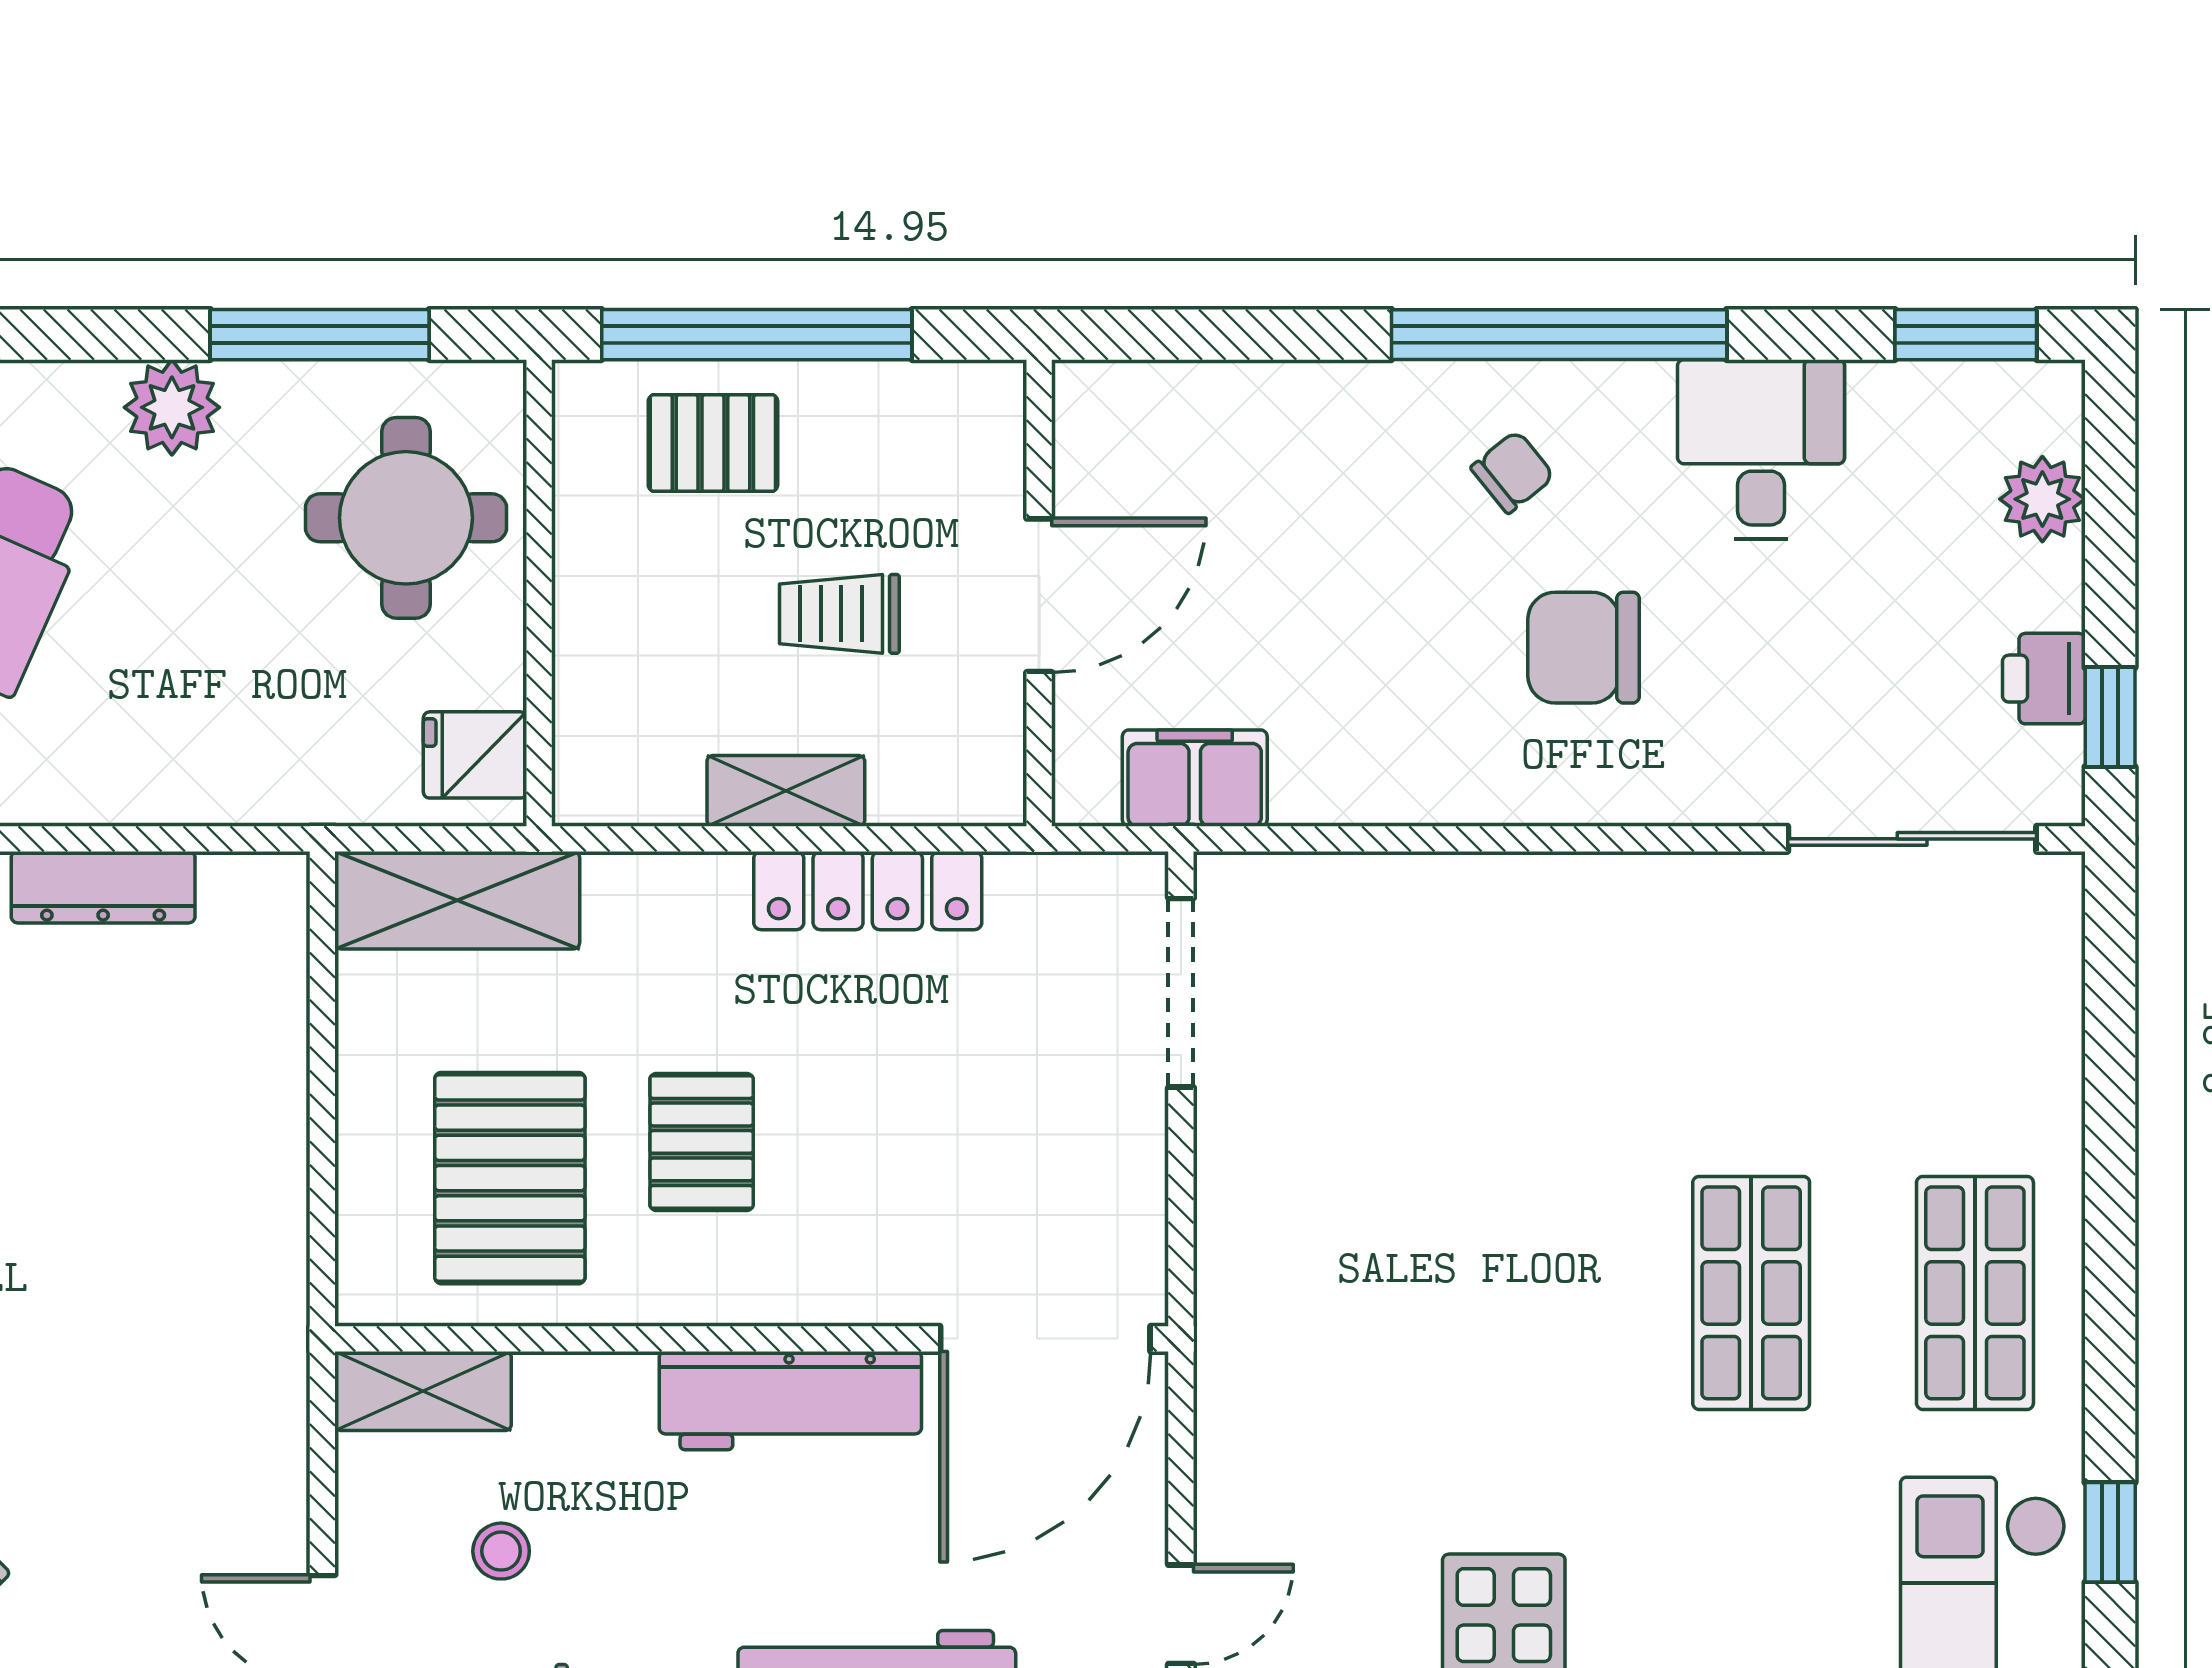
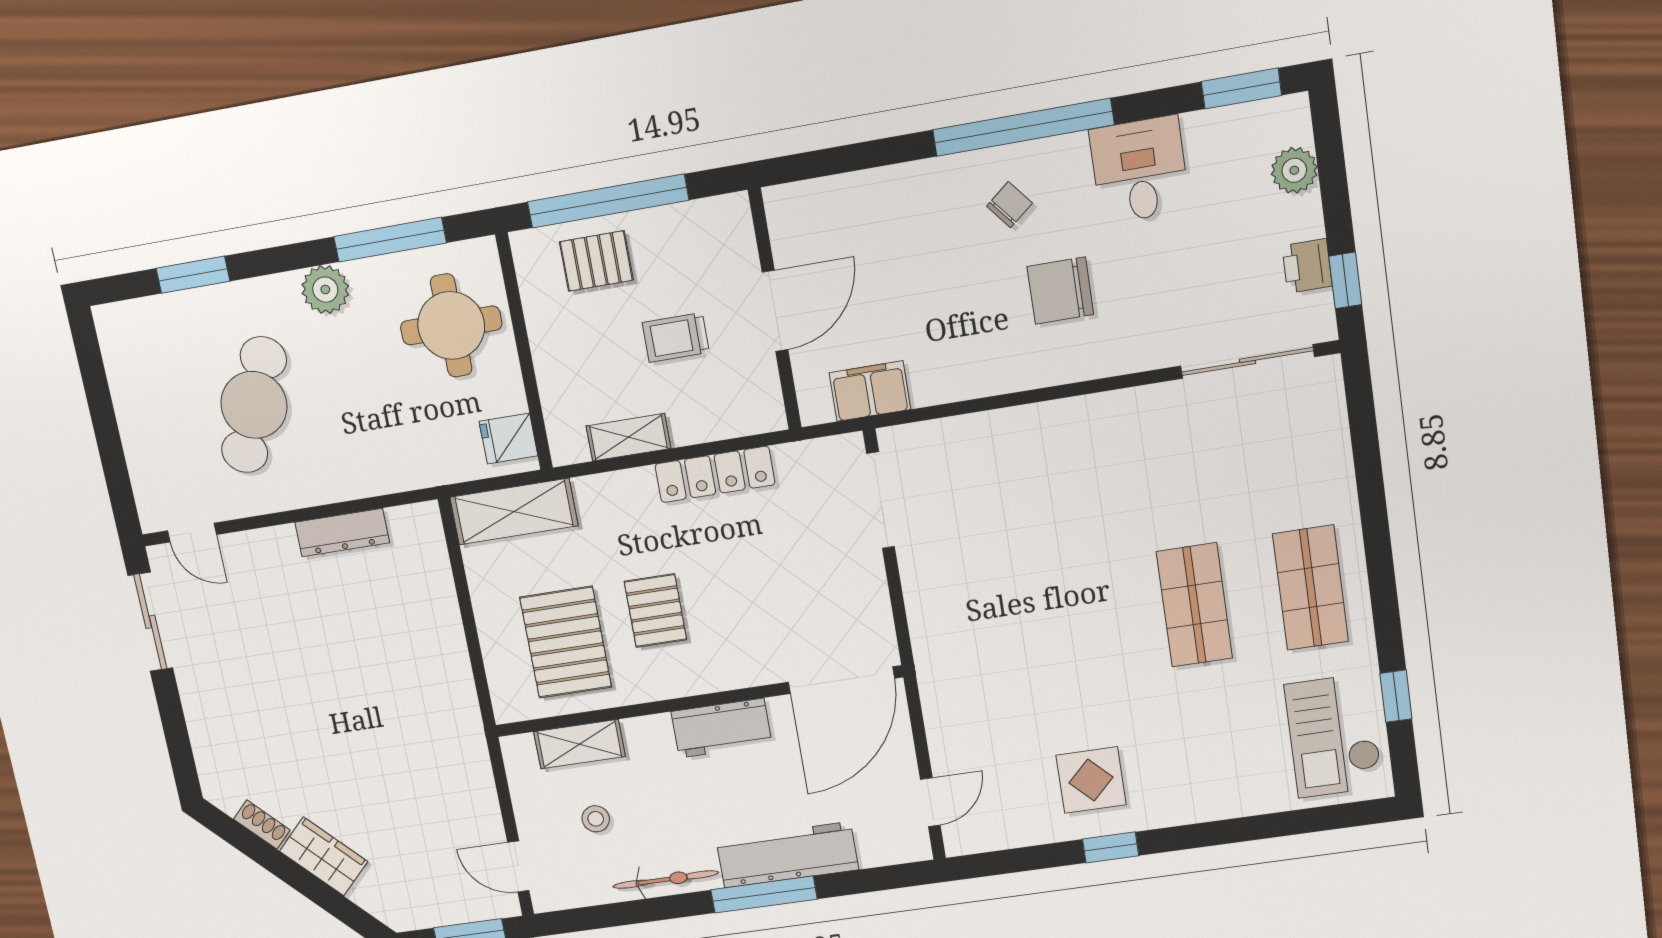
shelving: (786, 791) -> (628, 437), moved
shelving: (423, 1391) -> (580, 744), moved
workbench: (790, 1401) -> (721, 728), width x0.73

